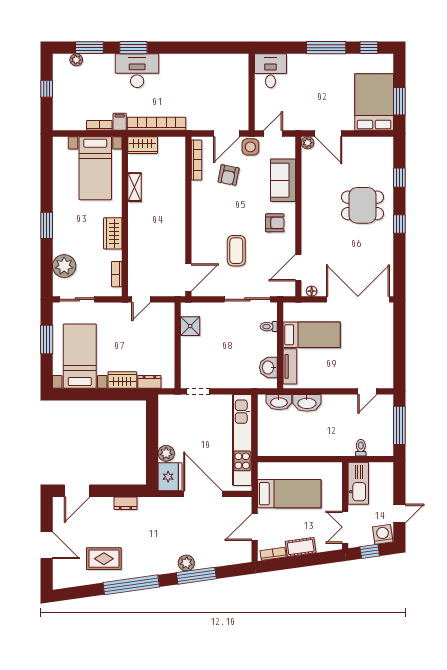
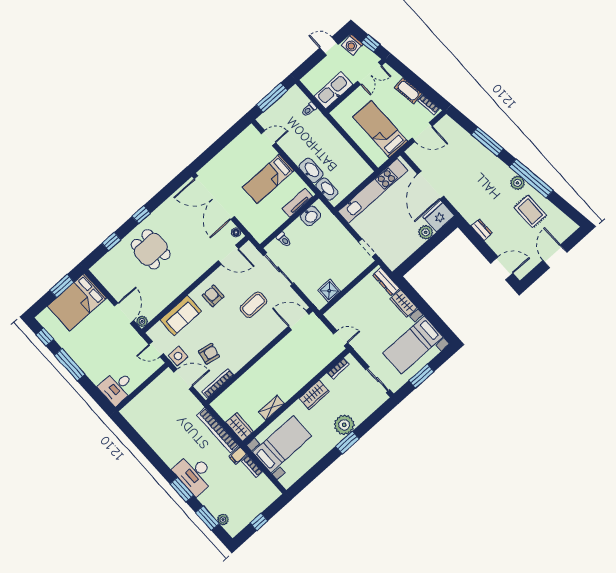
plant: (64, 266) -> (344, 425), moved
bed: (312, 335) -> (268, 179), moved, turned -90
dresser: (149, 382) -> (386, 282), width x1.44
plant: (186, 563) -> (518, 183), moved

